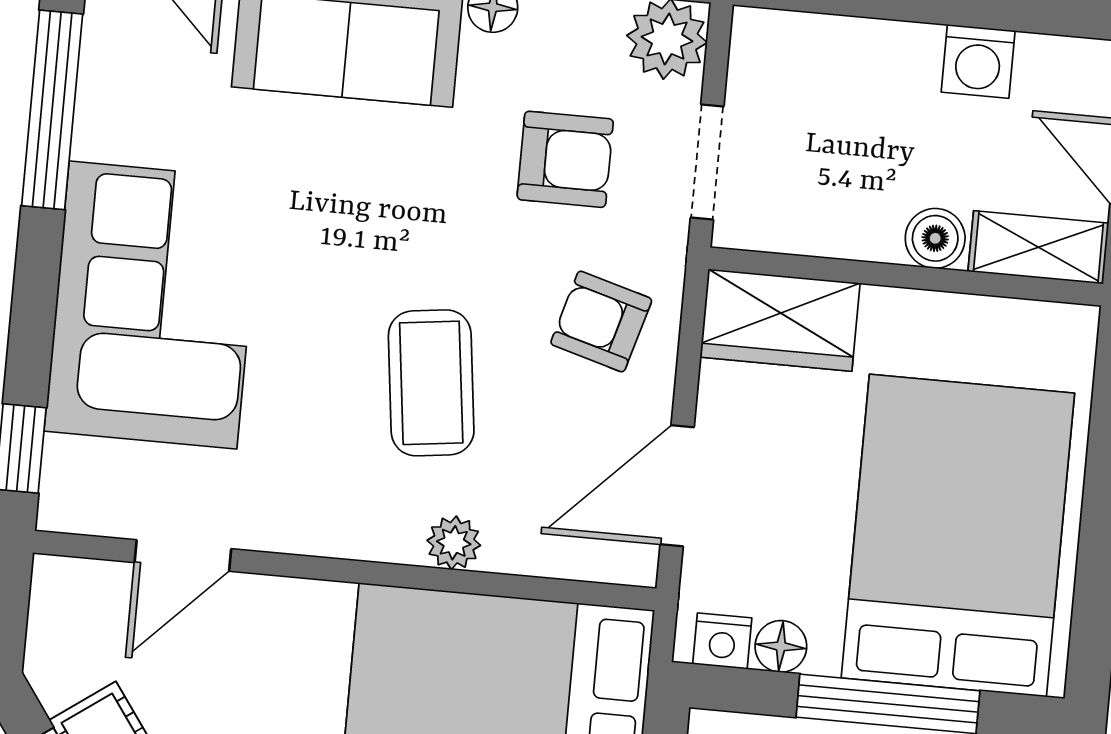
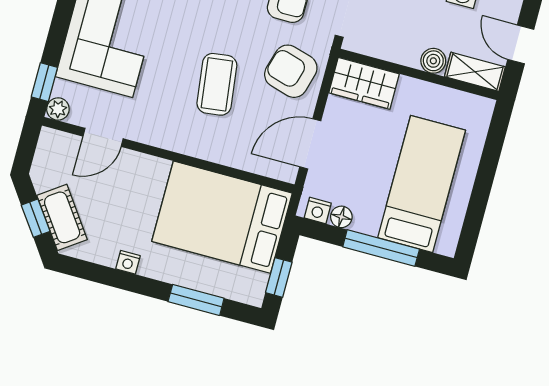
armchair: (601, 321) -> (291, 71), width x1.38, depth x1.38
bed: (958, 535) -> (422, 184), width x0.67
plant: (454, 543) -> (58, 109), moved

